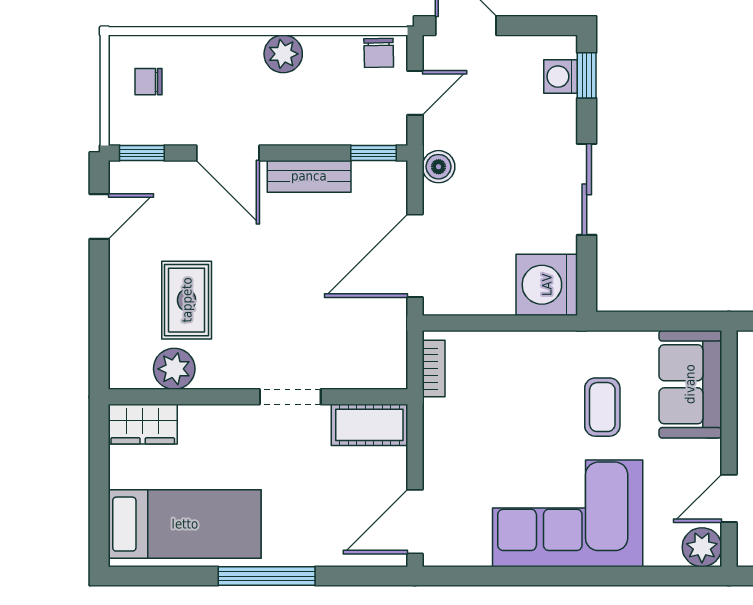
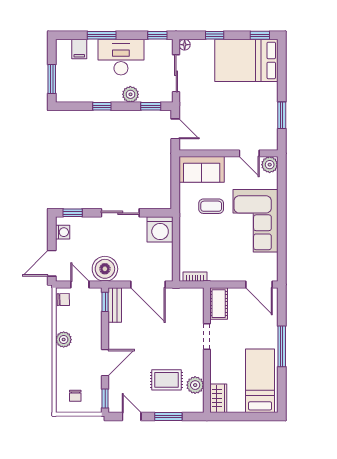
washing machine: (561, 77) -> (63, 232), moved, turned -90
boiler: (439, 167) -> (105, 269), width x1.86, depth x1.86
bench: (309, 176) -> (115, 305), moved
window: (99, 305) -> (168, 416), added

